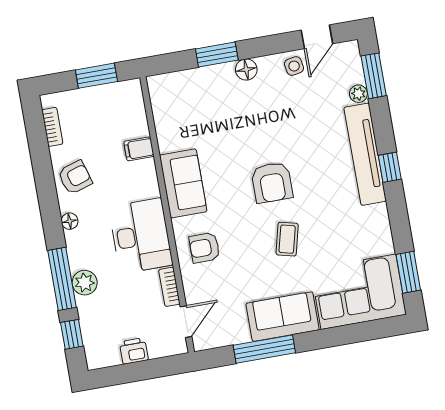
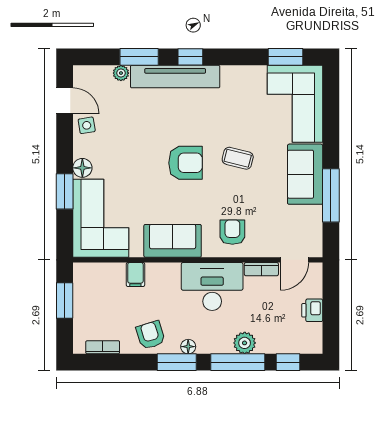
window: (374, 76) -> (139, 57), moved
corner sofa: (194, 100) -> (101, 218), added
window: (50, 211) -> (177, 362), added
armchair: (205, 248) -> (232, 232), turned 180
door: (186, 322) -> (295, 260), swing flipped

